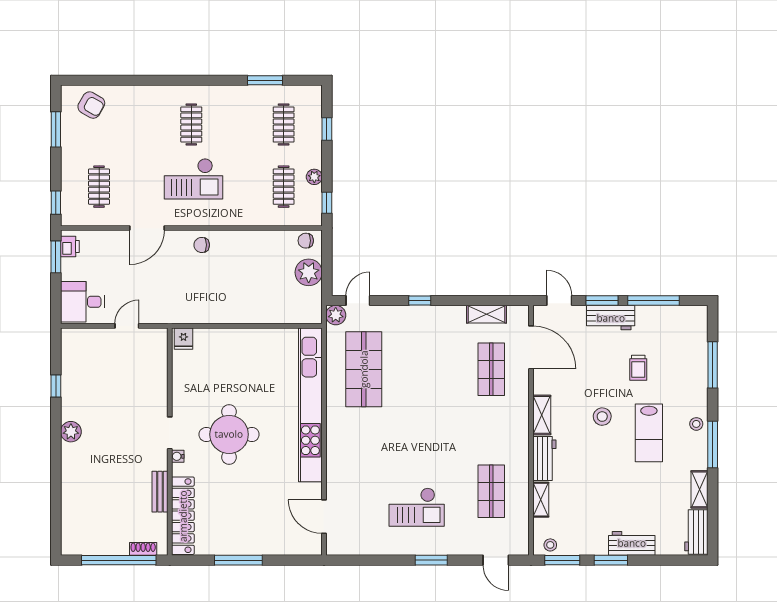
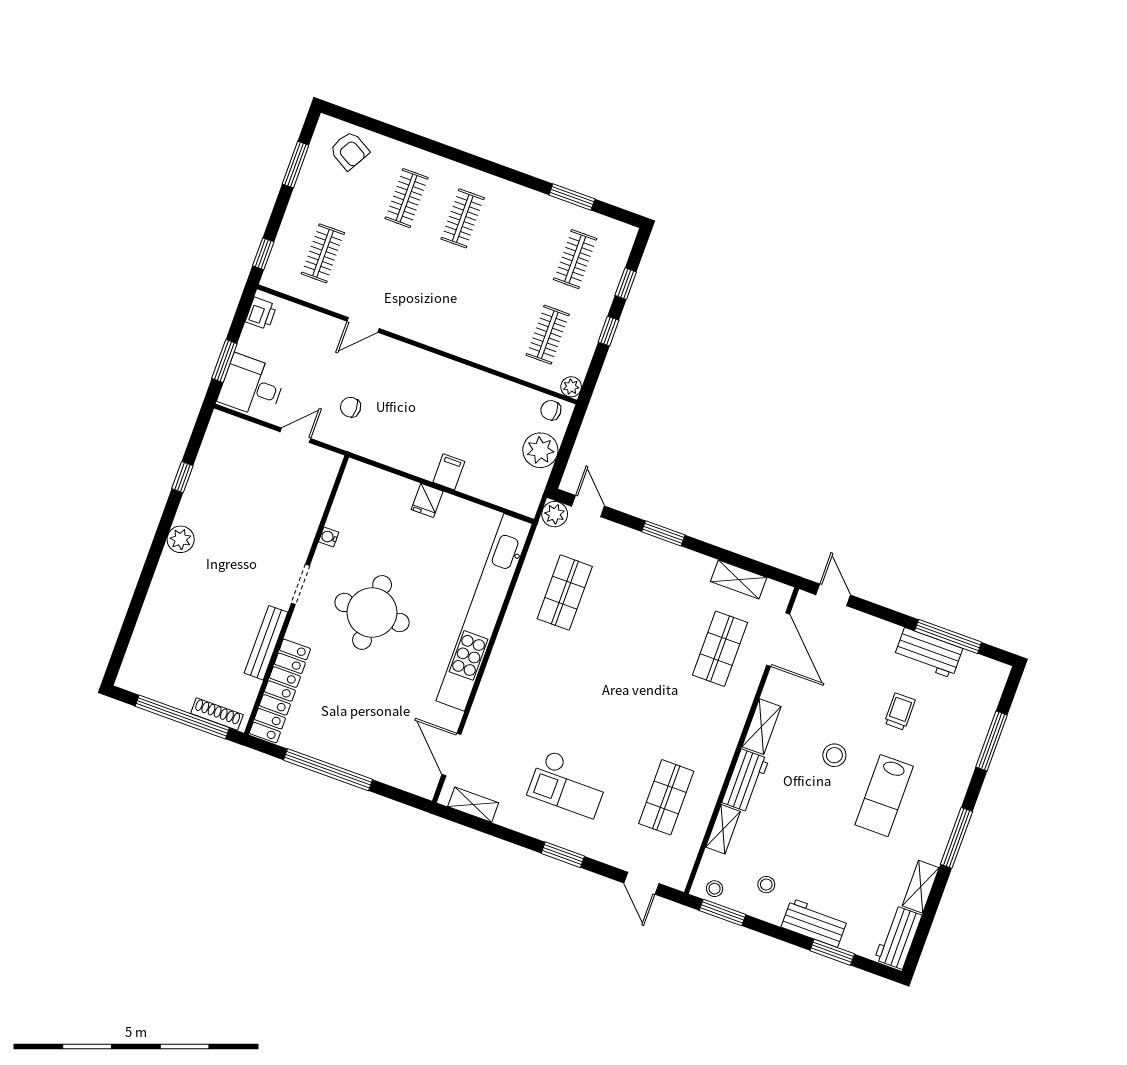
clothes rail: (145, 125) -> (407, 198), added
plant: (314, 177) -> (571, 387), moved
checkout: (193, 179) -> (441, 286), removed
window: (327, 203) -> (609, 331), moved
door: (147, 228) -> (363, 325), width x0.73
chair: (202, 245) -> (351, 407), moved
window: (56, 257) -> (224, 361), moved
door: (358, 300) -> (588, 506), hinge flipped
window: (420, 300) -> (663, 533), width x1.50
window: (602, 300) -> (885, 614), removed
filing cabinet: (248, 312) -> (449, 472), added
workbench: (611, 318) -> (928, 653), moved
fridge: (183, 339) -> (427, 500), moved
trolley: (638, 368) -> (900, 712), turned 180
shop shelf: (364, 369) -> (565, 593), width x0.70, depth x0.74
stool: (696, 424) -> (766, 885), moved
water cooler: (178, 456) -> (329, 537), moved
bench: (160, 492) -> (266, 643), width x1.36
shelving: (353, 547) -> (473, 805), added
shoe rack: (143, 549) -> (217, 714), width x1.43
window: (238, 560) -> (328, 770), width x1.46
window: (611, 560) -> (832, 952), moved

